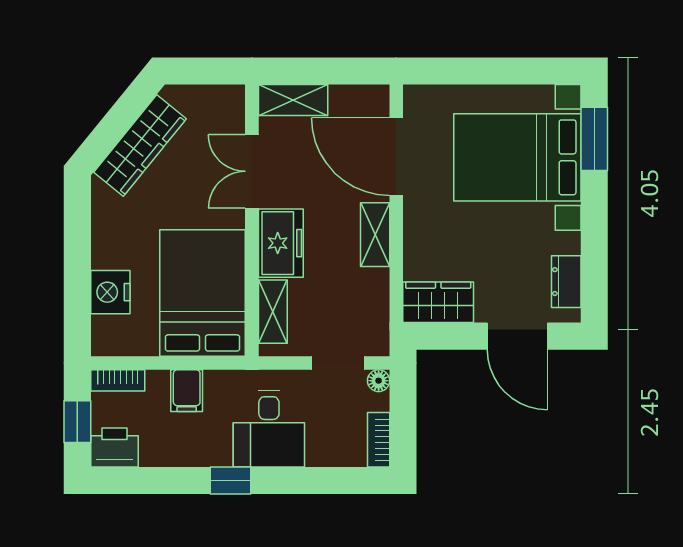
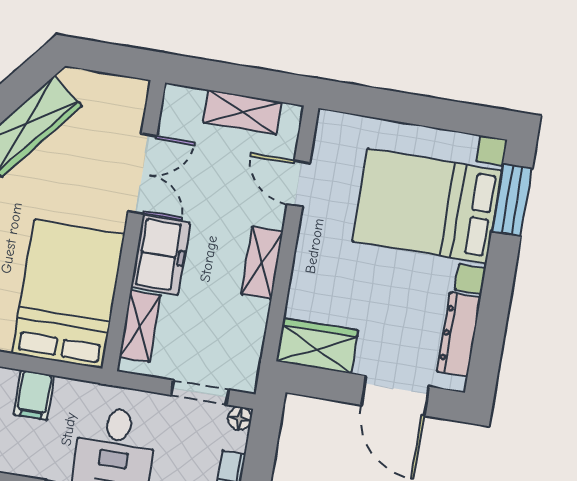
shelving: (293, 100) -> (242, 112), moved
door: (396, 157) -> (298, 184), width x0.53
double door: (252, 171) -> (142, 174), swing flipped
dresser: (566, 282) -> (459, 335), width x1.44

